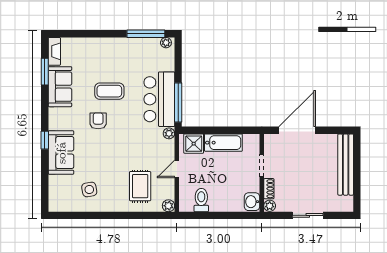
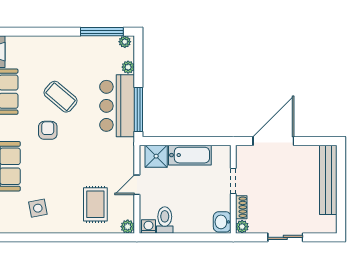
coffee table: (109, 91) -> (61, 97), turned 40
plant: (169, 133) -> (128, 67), moved
washing machine: (187, 206) -> (148, 227), added

